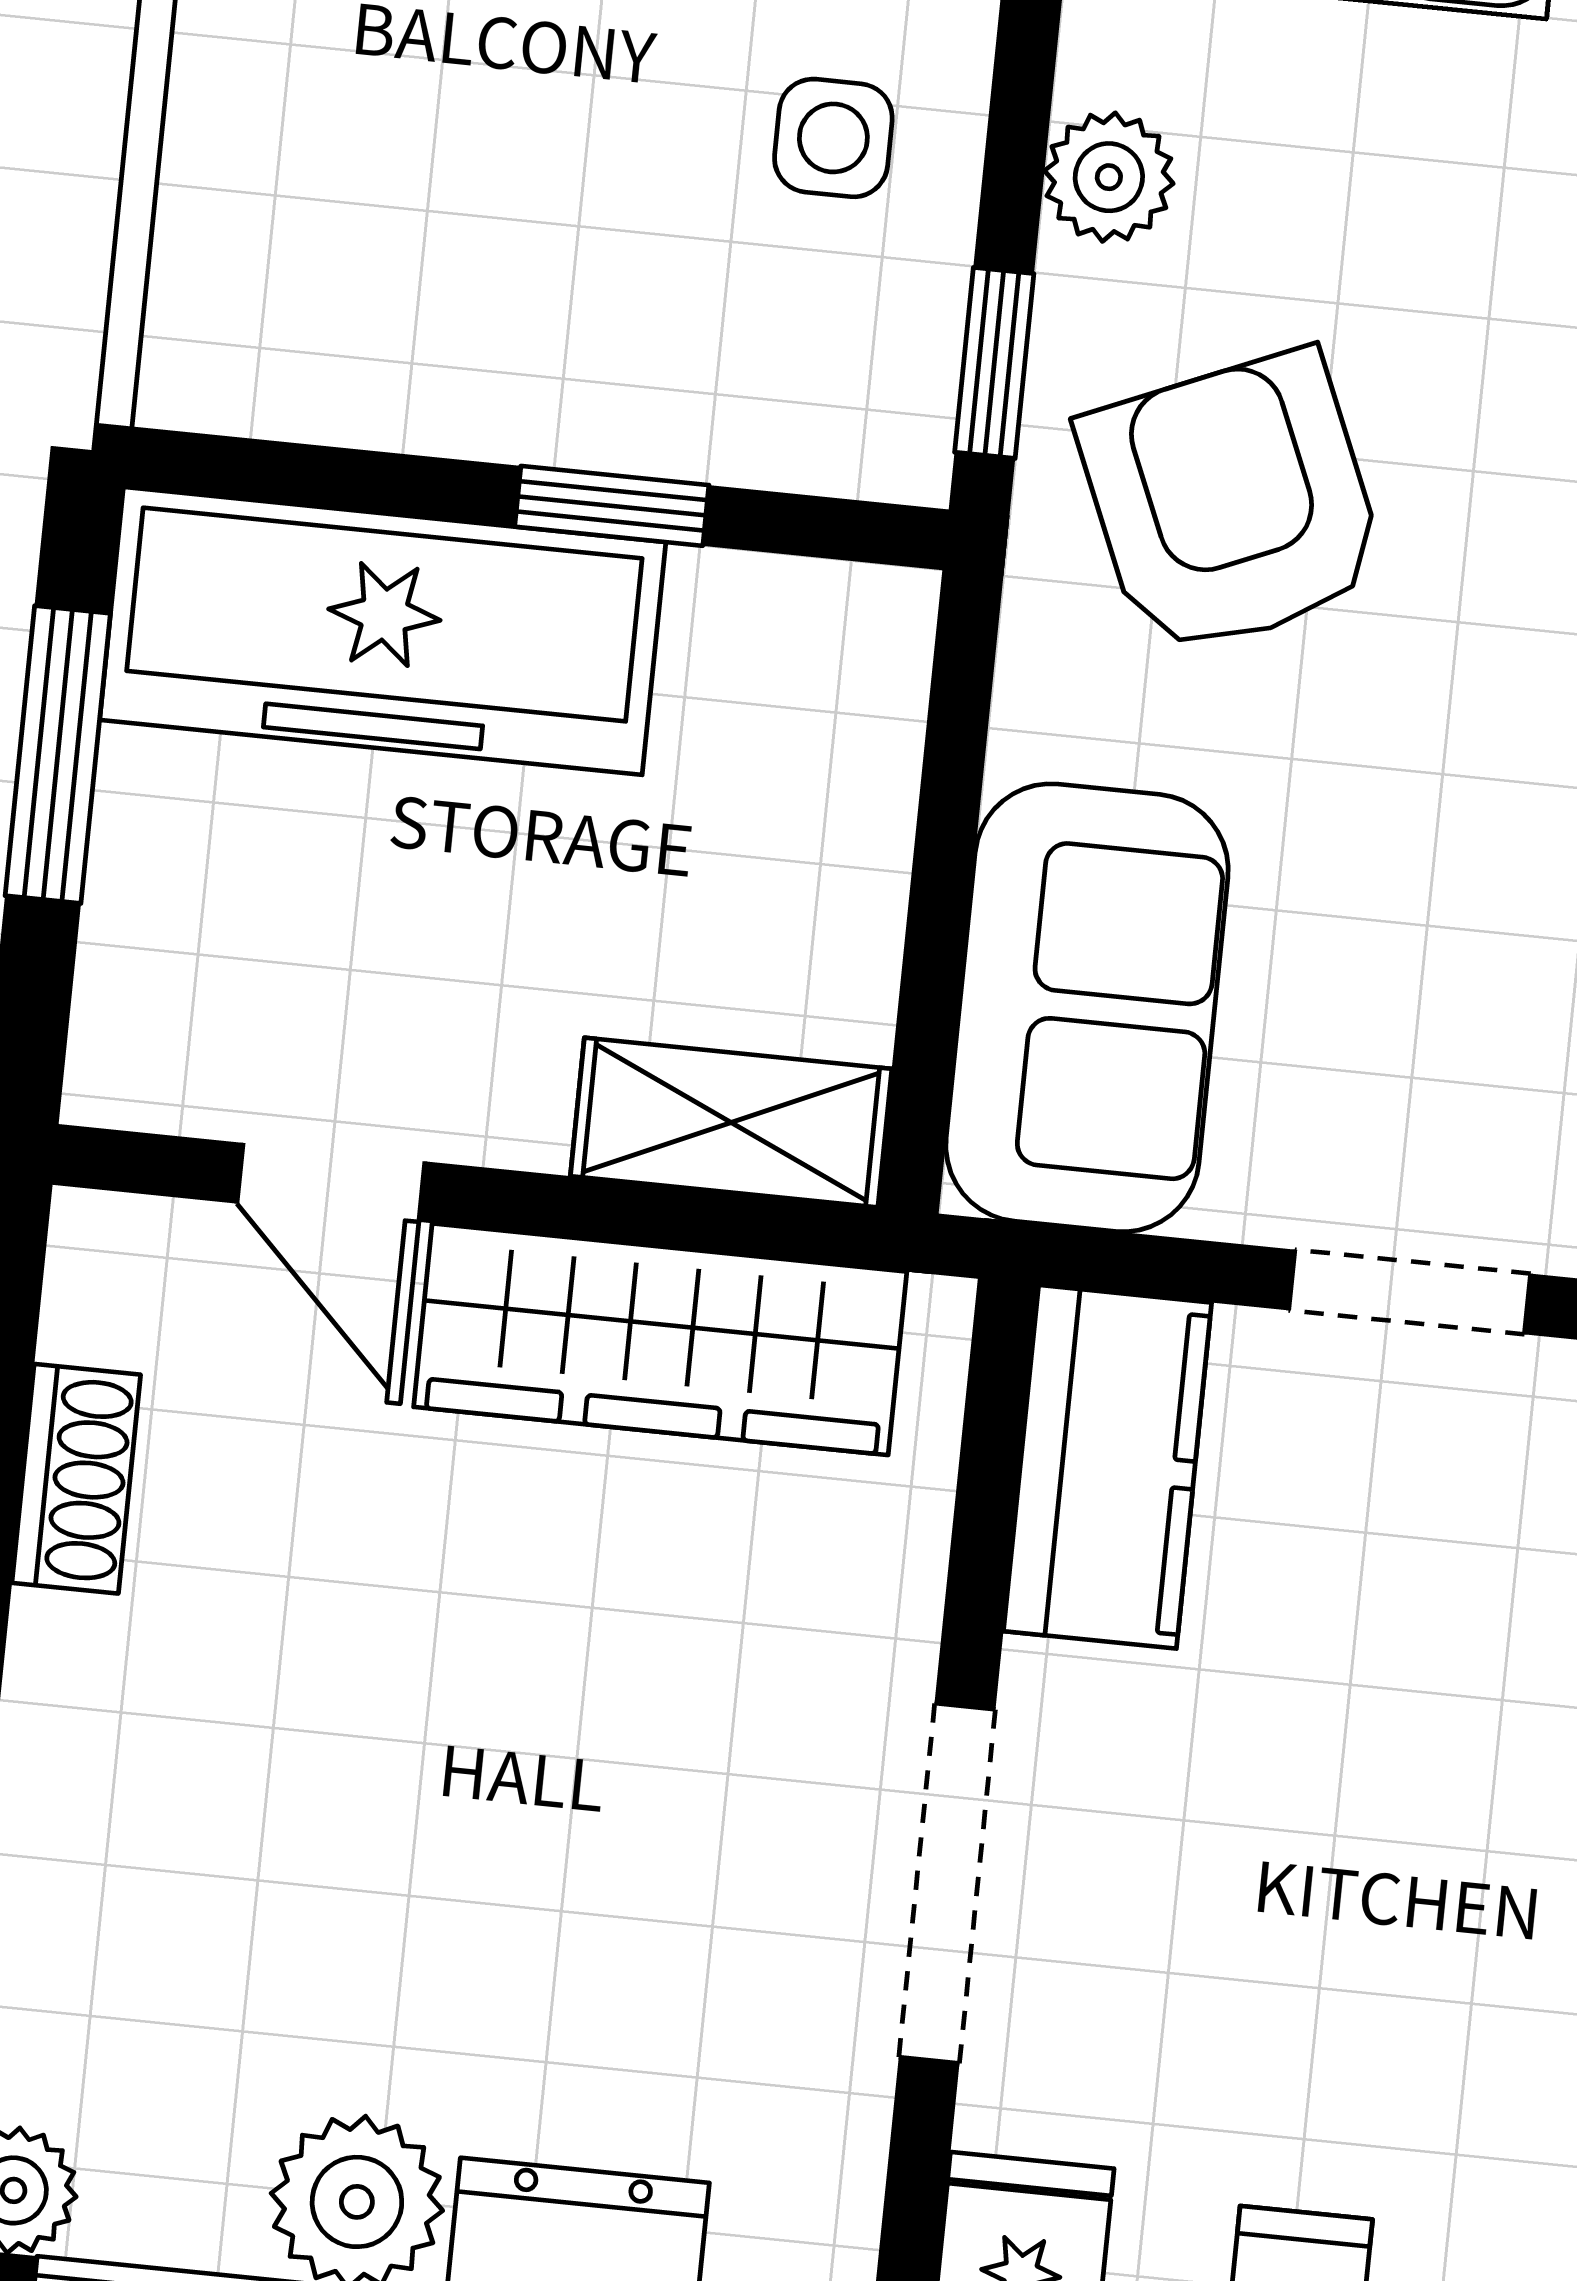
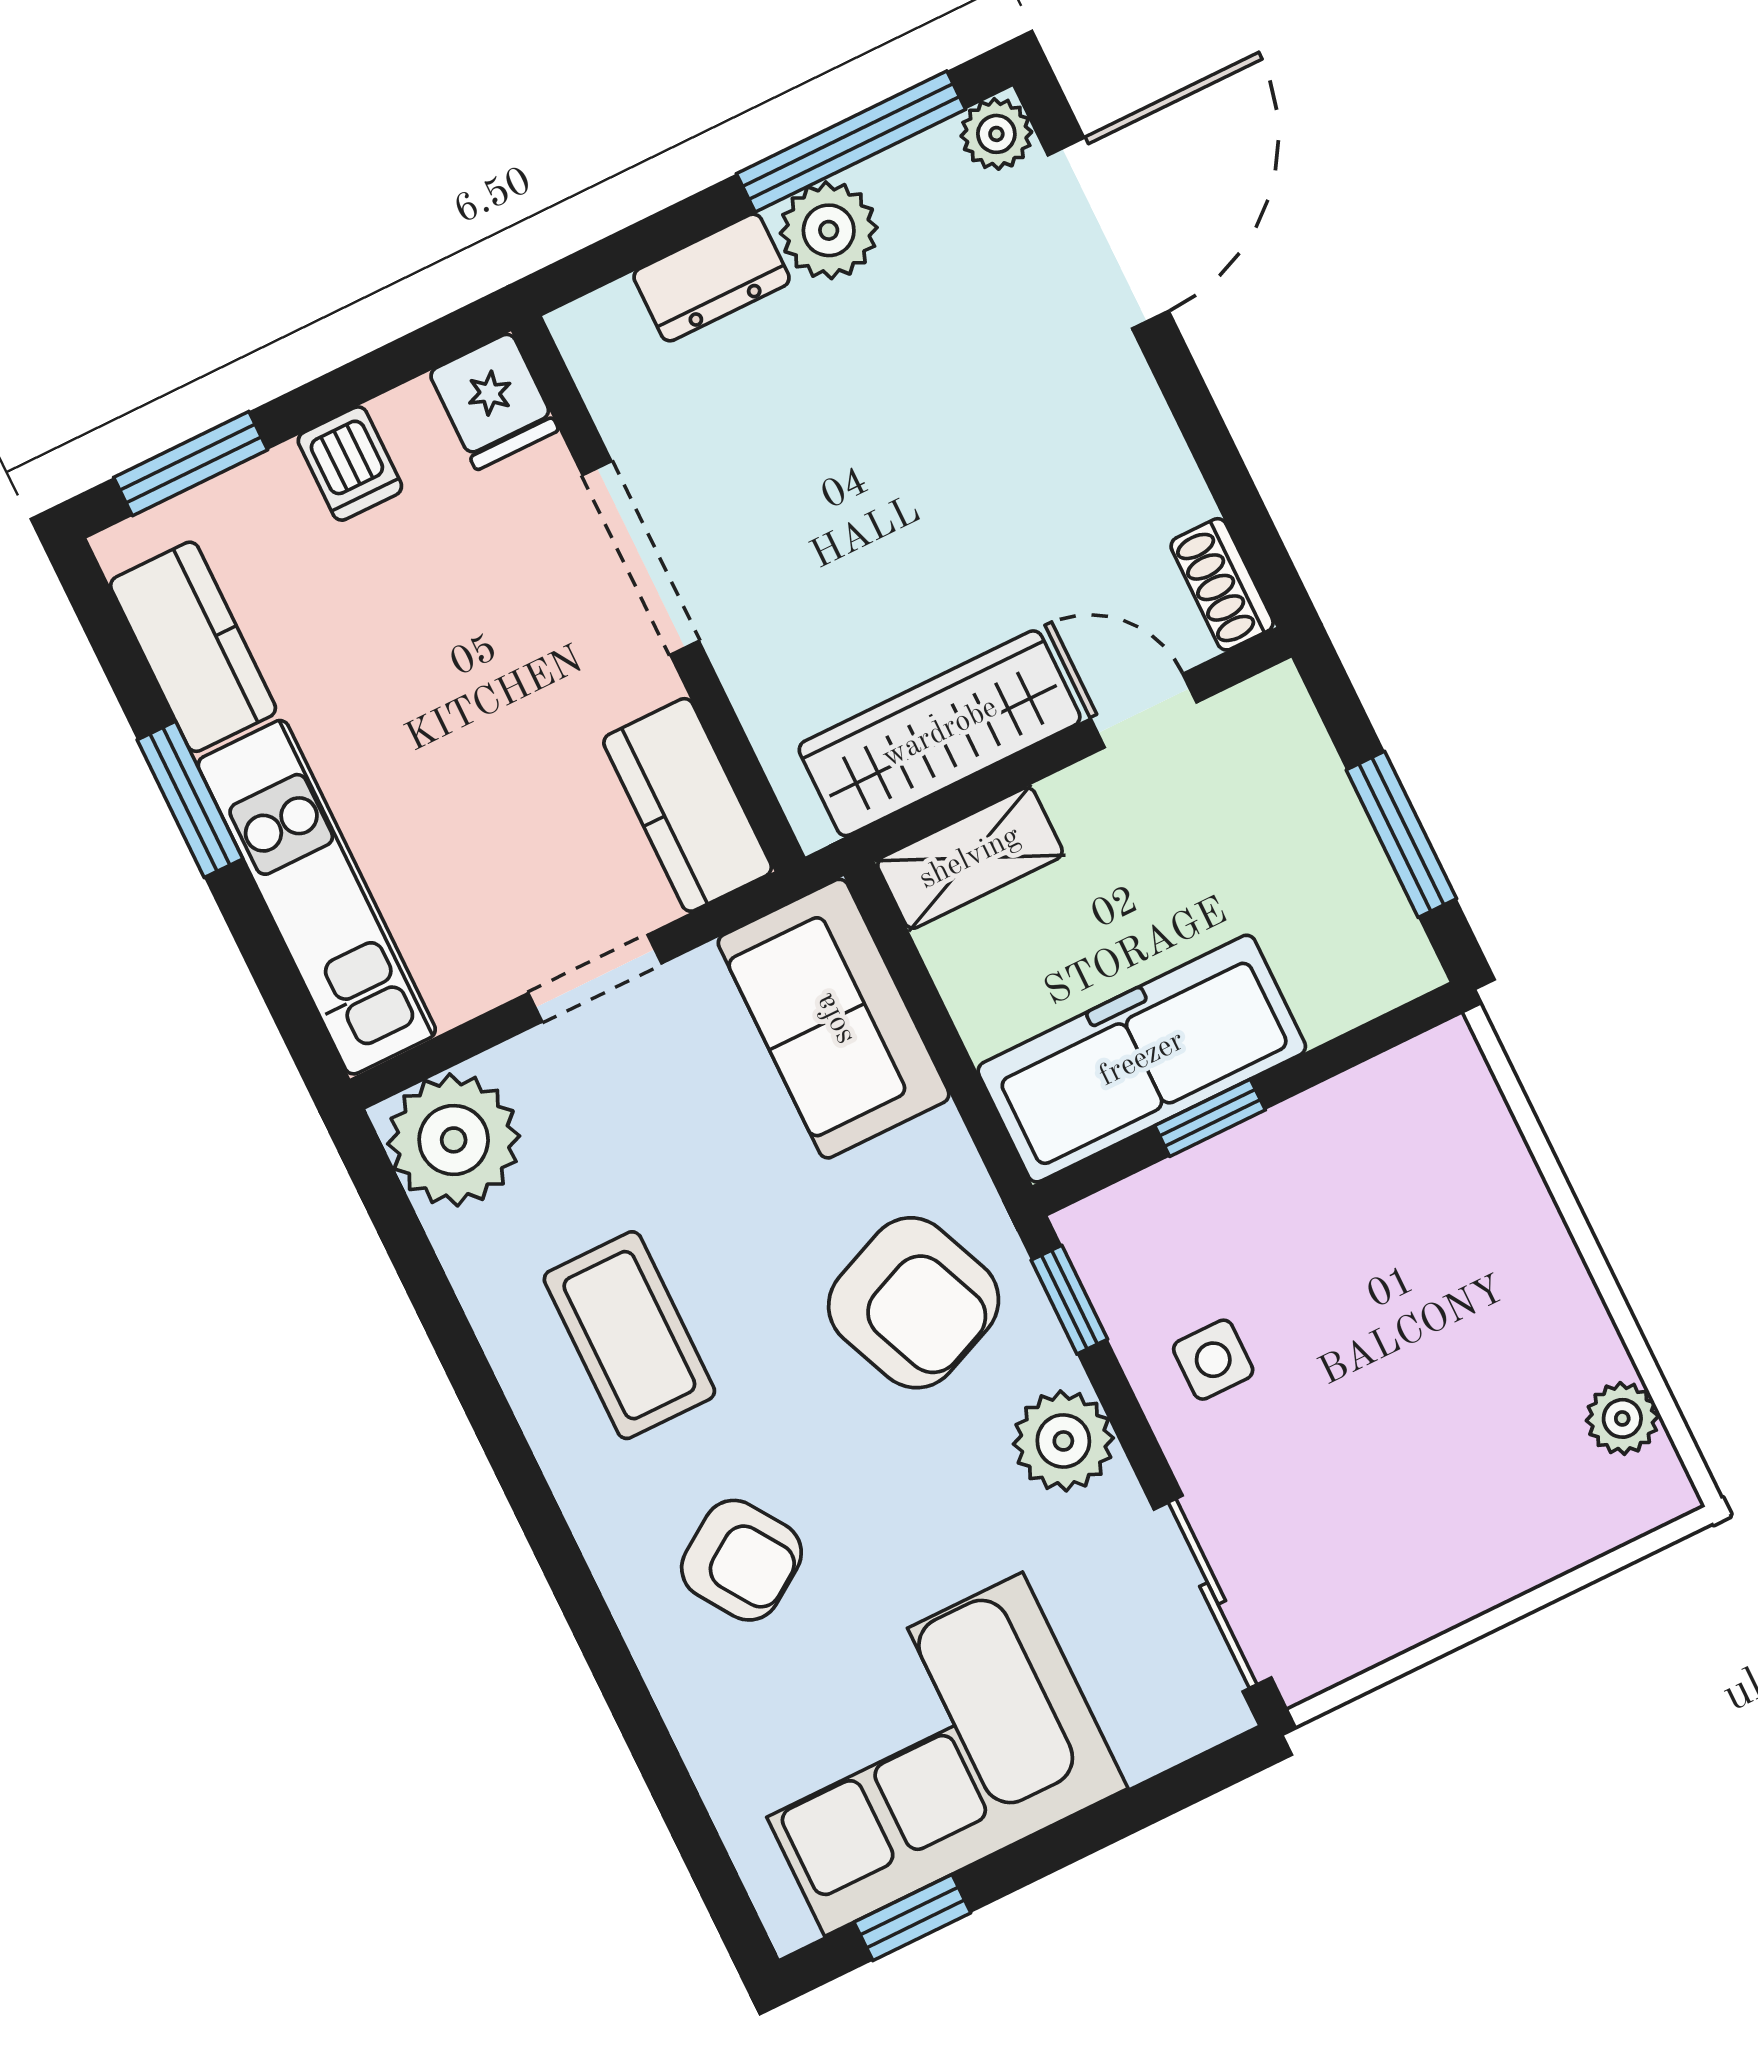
plant: (1109, 177) -> (1063, 1441), width x1.38, depth x1.38
freezer: (383, 631) -> (1142, 1059), moved
shoe rack: (76, 1479) -> (1222, 584), moved

